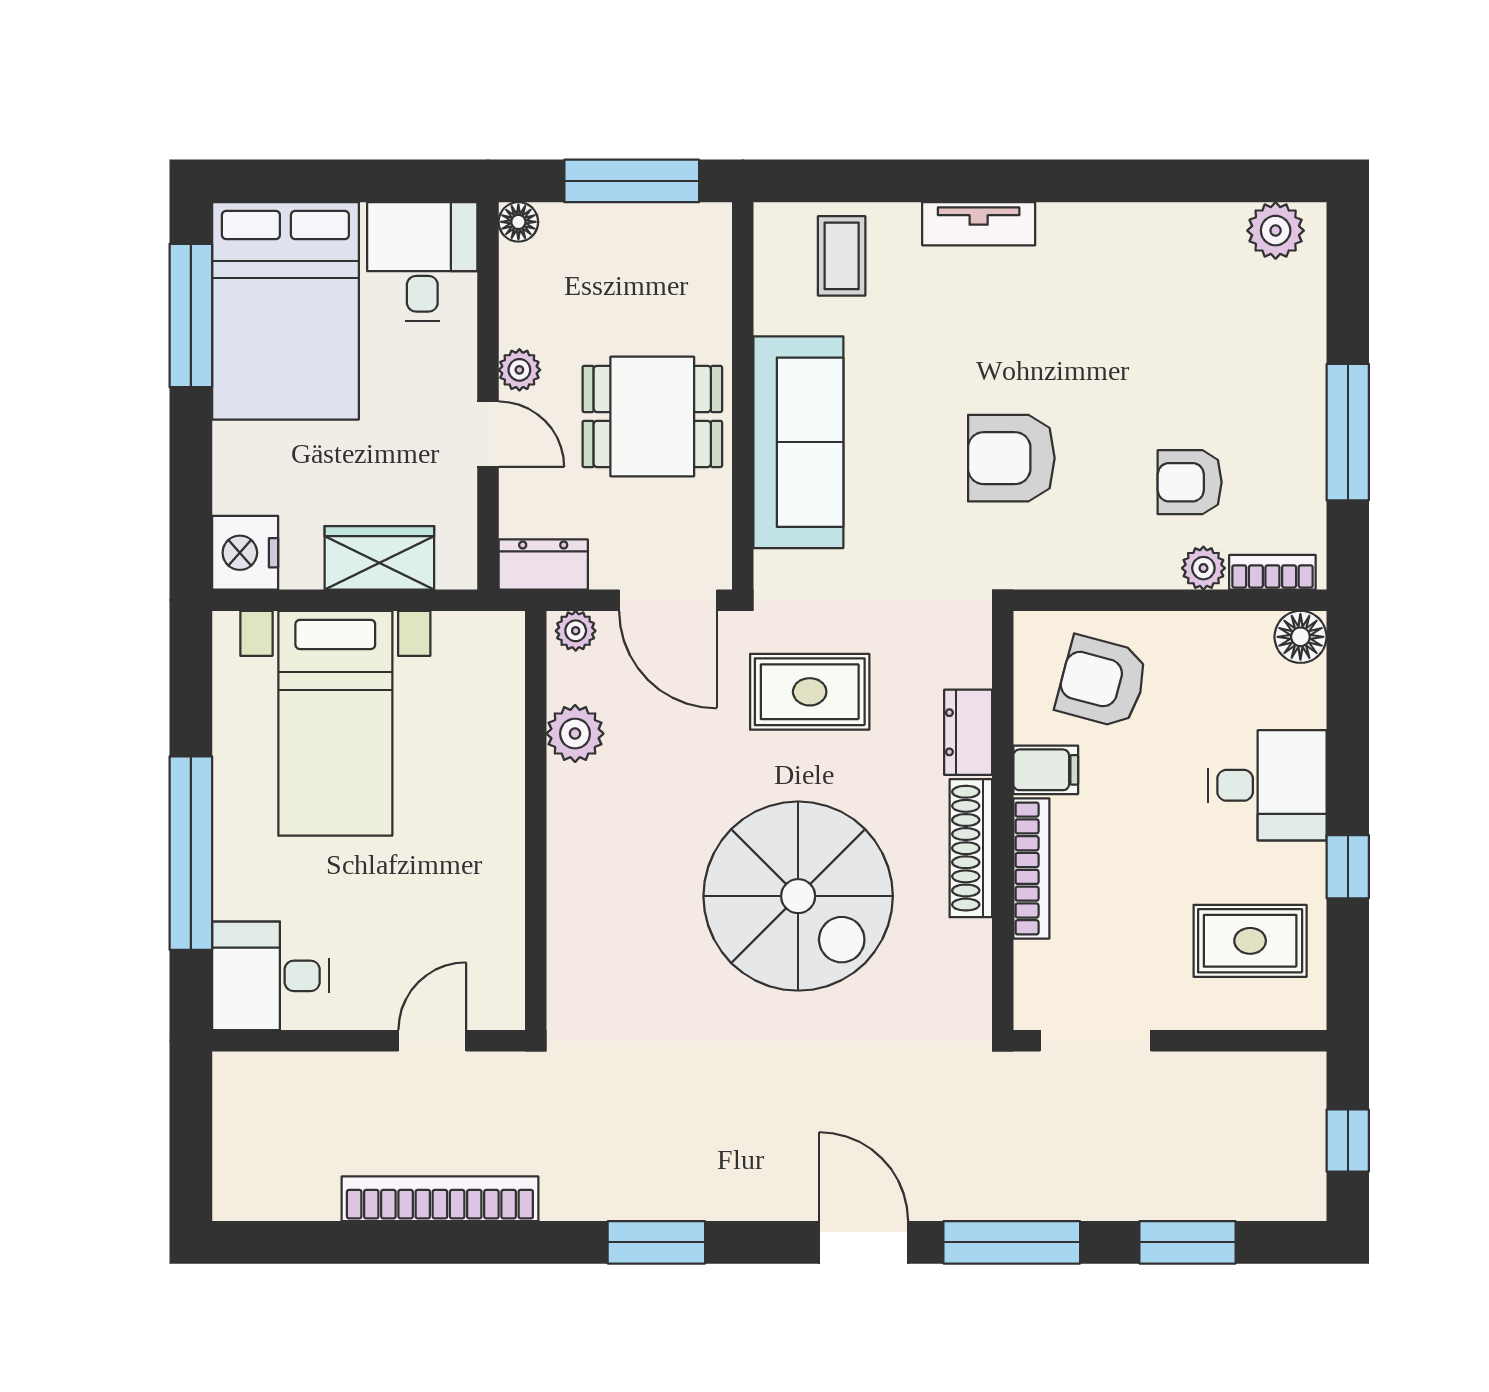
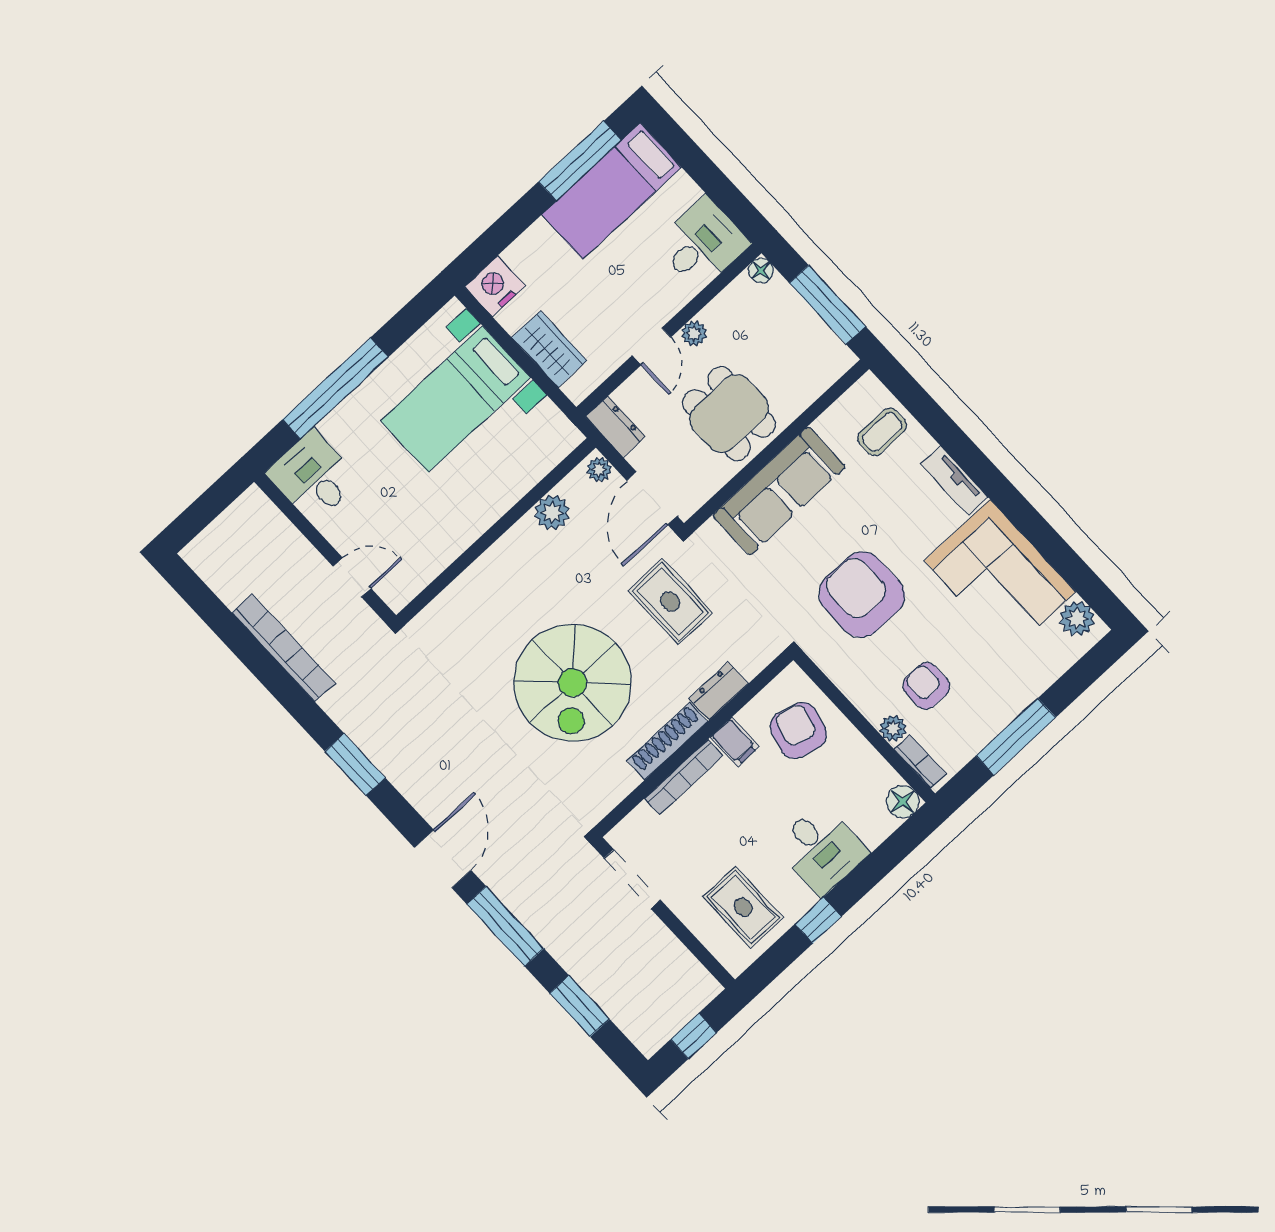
corner sofa: (1141, 275) -> (1000, 576), added
bed: (285, 311) -> (612, 191), width x0.67
armchair: (1011, 458) -> (862, 595), width x1.36, depth x1.36

